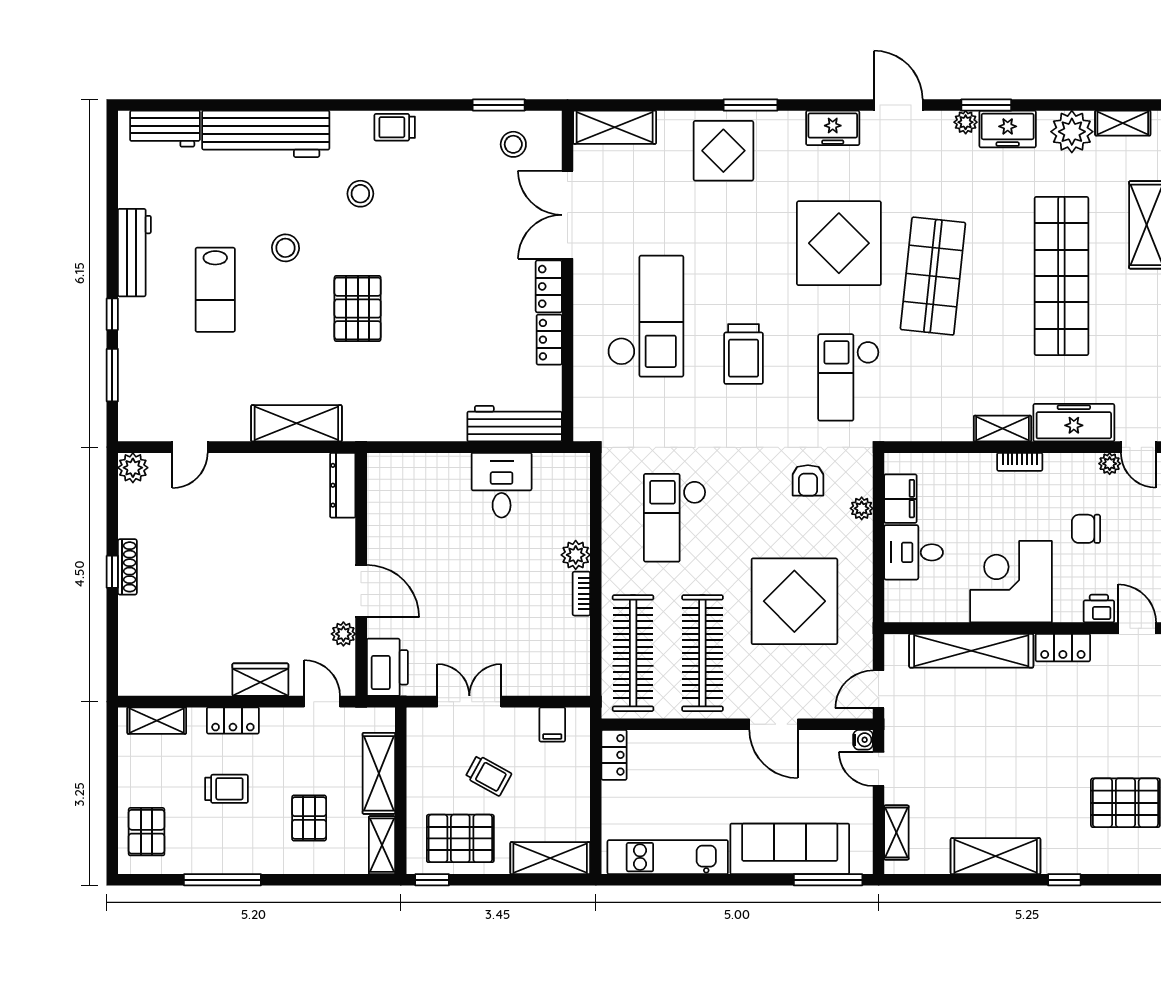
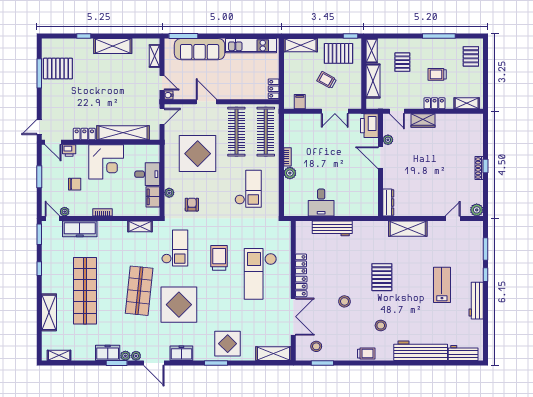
plant: (1072, 132) -> (136, 356), moved, width x0.53, depth x0.53
stool: (285, 248) -> (344, 301), moved
workbench: (515, 424) -> (332, 228), moved
shelving: (1002, 429) -> (140, 226), moved

